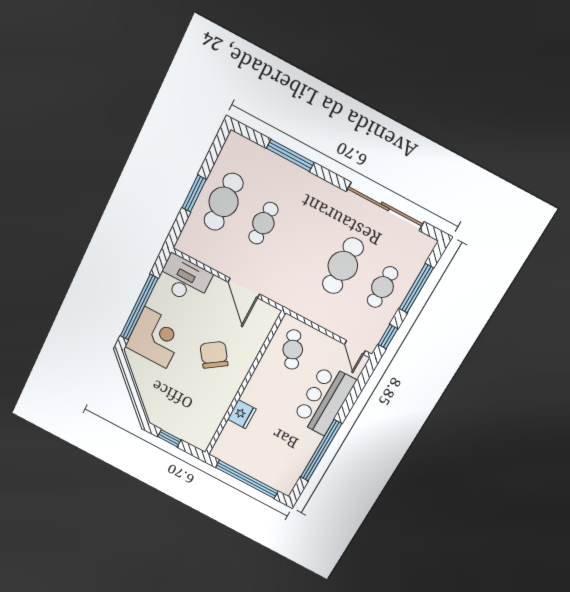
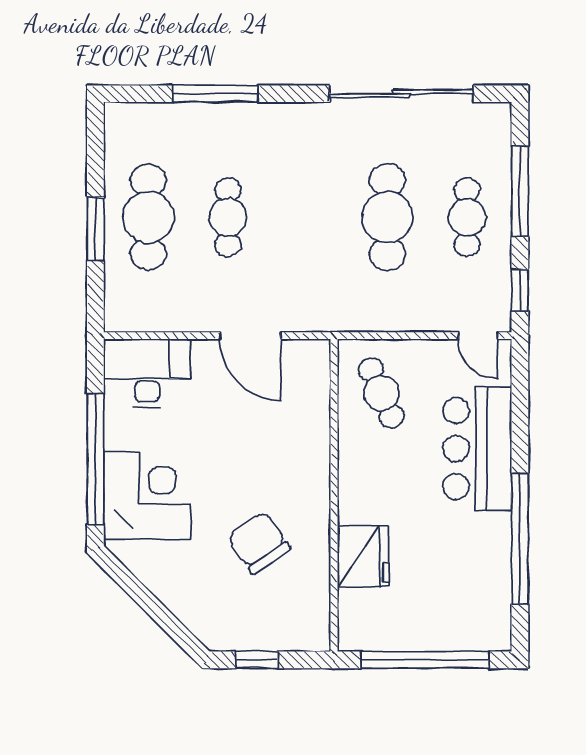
chair: (214, 355) -> (259, 543), moved
fridge: (242, 414) -> (363, 557), width x1.36, depth x1.34

